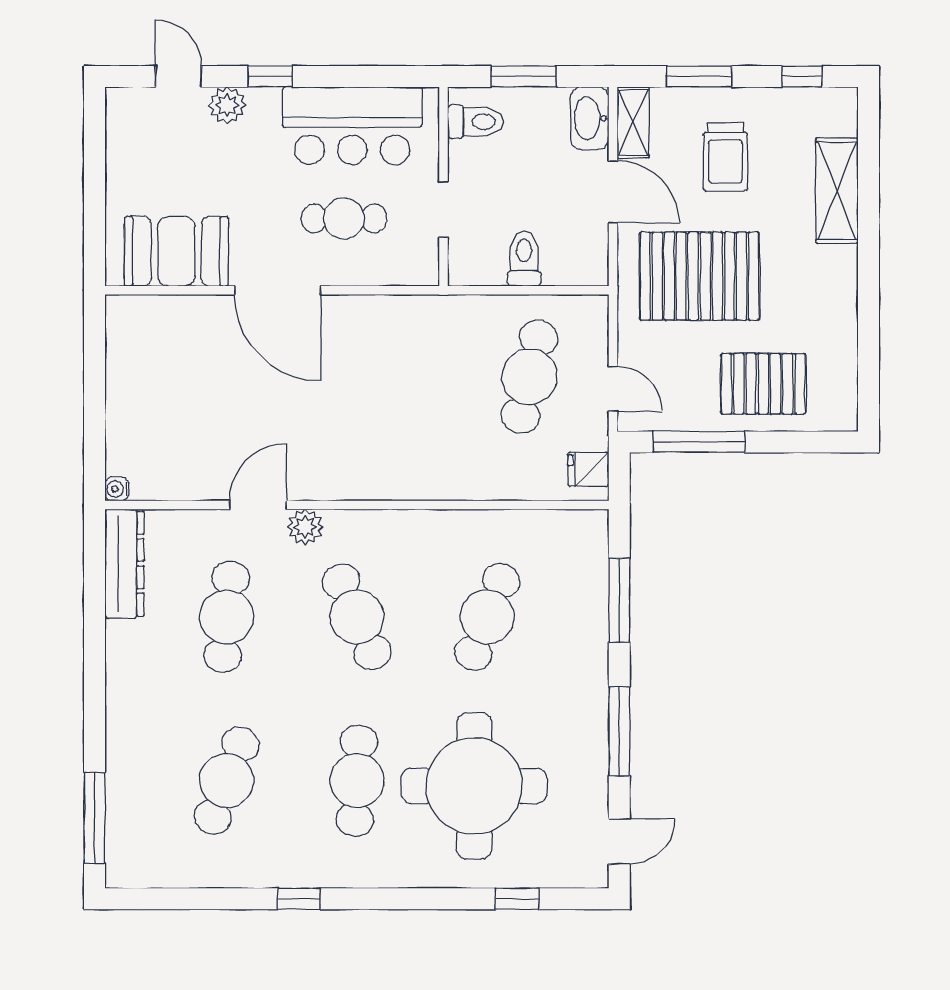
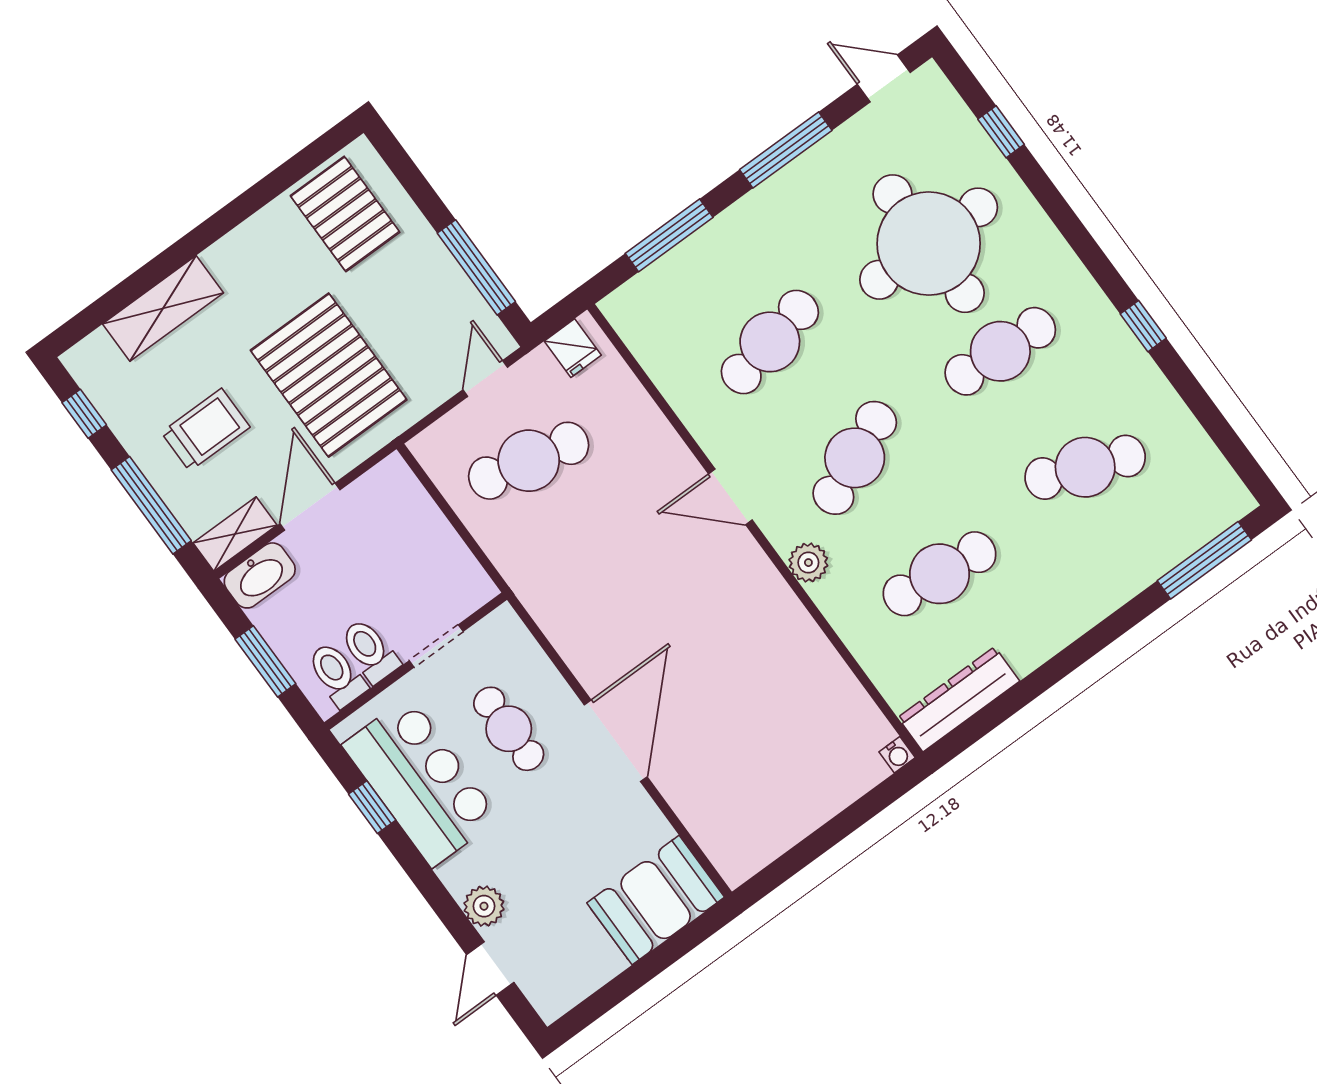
window: (270, 76) -> (372, 807), moved
window: (699, 76) -> (151, 505), width x1.44
booth: (176, 251) -> (656, 900), moved, turned 90
toilet: (524, 258) -> (370, 651), moved, turned 90
pallet: (763, 384) -> (345, 214), moved
door: (258, 505) -> (730, 497), moved
cafe table: (487, 617) -> (770, 342), turned -33

